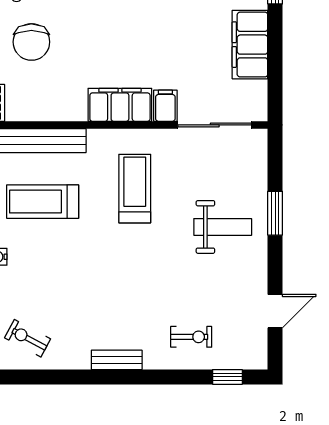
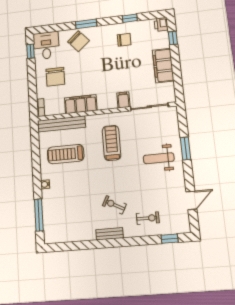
filing cabinet: (120, 105) -> (81, 104), moved
weight bench: (223, 227) -> (159, 158), turned 180
exercise bike: (28, 338) -> (114, 205), moved

